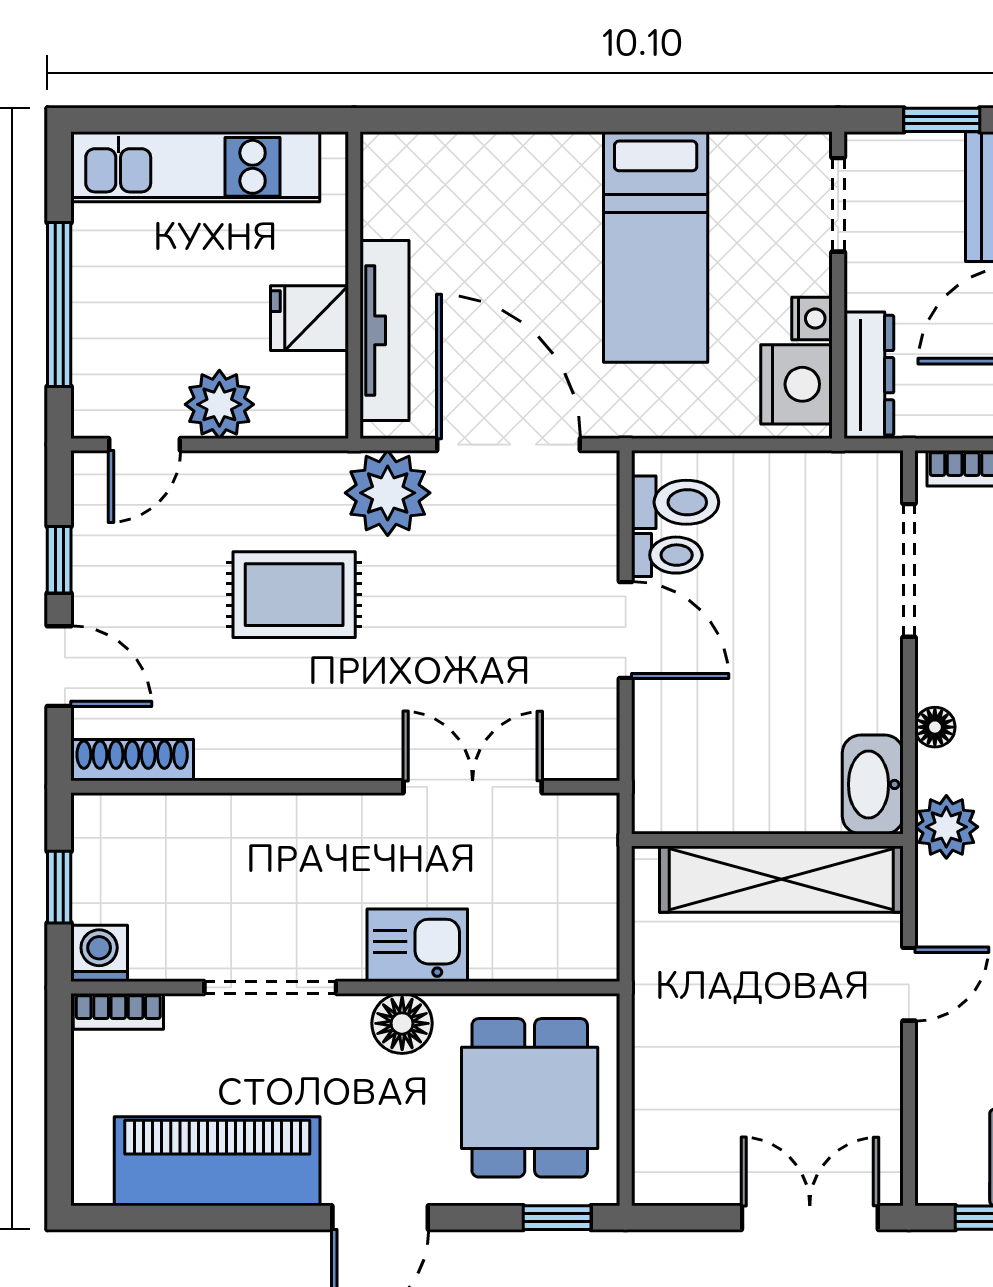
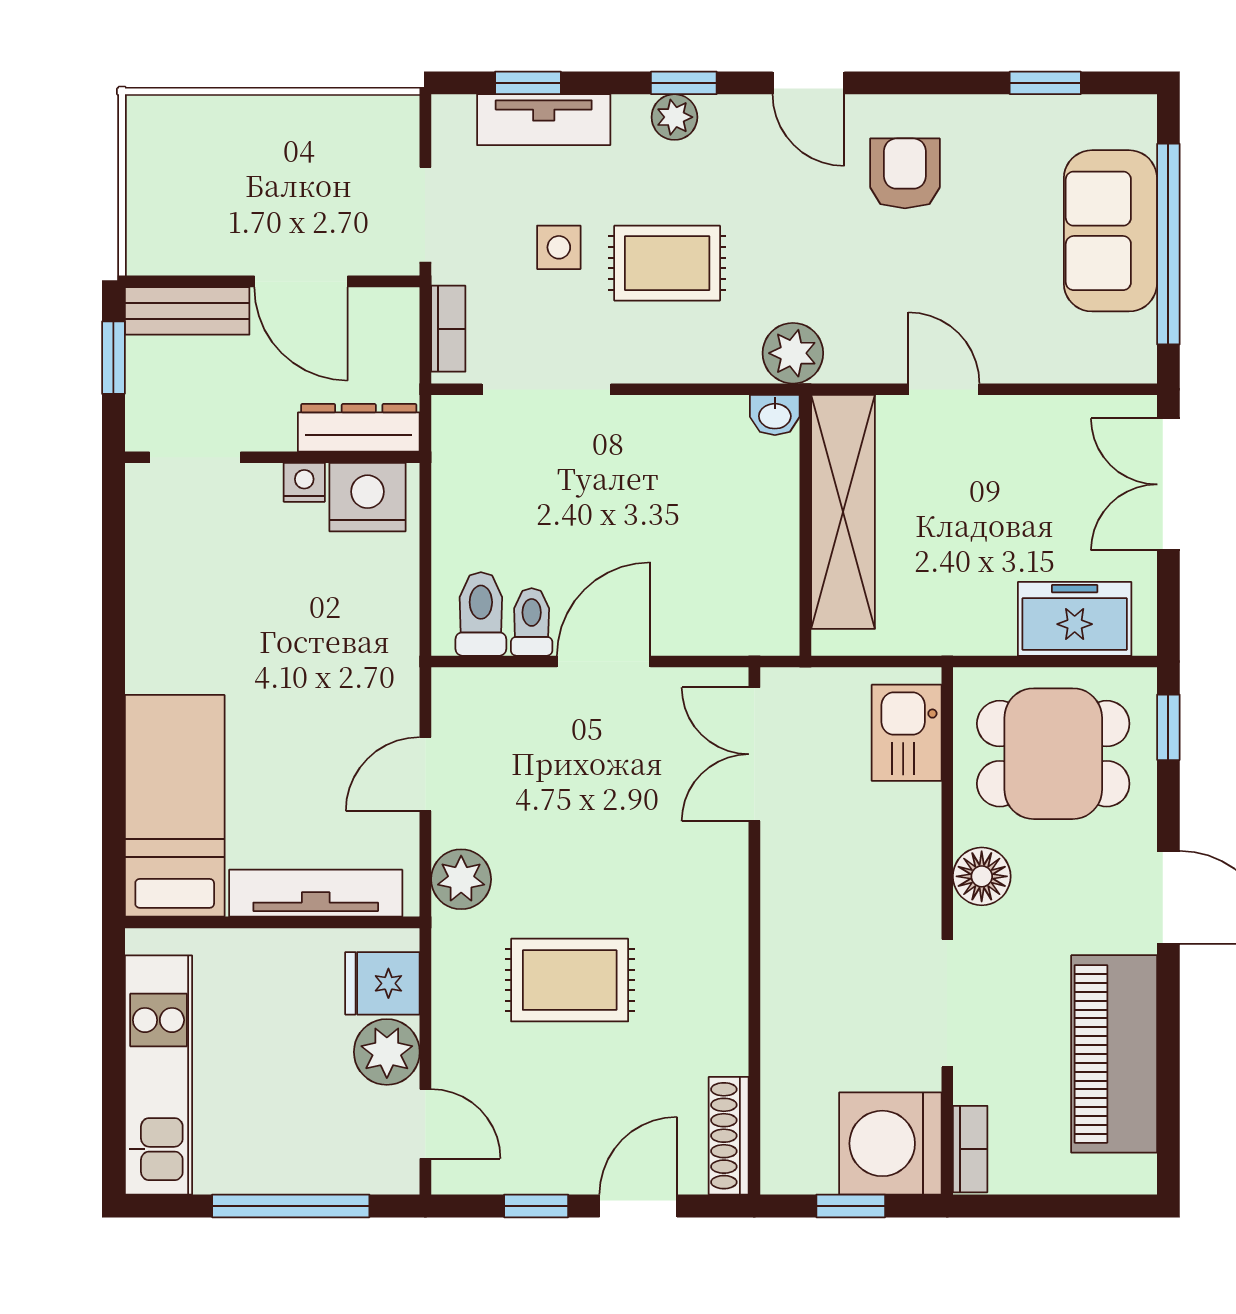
bed: (656, 247) -> (175, 806), moved, turned -90
fridge: (310, 318) -> (382, 983), moved, turned 90
door: (508, 445) -> (425, 774), width x0.53
plant: (388, 493) -> (461, 879), width x0.73, depth x0.73
rug: (294, 595) -> (570, 980), turned 90
floor lamp: (935, 727) -> (697, 364), removed
washbasin: (873, 784) -> (775, 415), width x0.52, depth x0.69
double door: (473, 787) -> (754, 754), moved
kitchen sink: (417, 945) -> (907, 733), moved
washing machine: (99, 953) -> (890, 1143), width x1.89, depth x1.89
freezer: (670, 1120) -> (1075, 619), added

